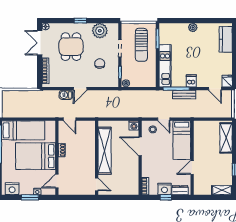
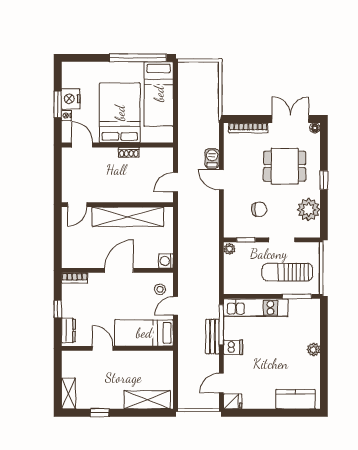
door: (69, 119) -> (175, 182), moved
door: (140, 146) -> (119, 270), moved
nightstand: (12, 189) -> (71, 99), moved
nightstand: (165, 189) -> (70, 307), removed

